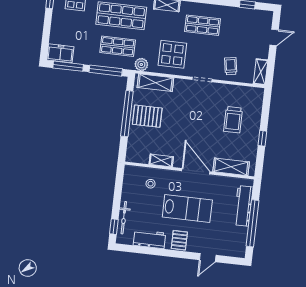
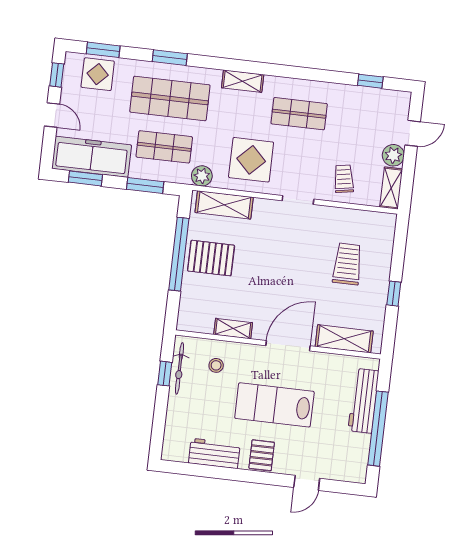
door: (47, 26) -> (52, 115), added
plant: (262, 51) -> (393, 155), added
freezer: (60, 53) -> (92, 157), width x1.91, depth x1.26
window: (68, 66) -> (85, 178), width x0.69
window: (106, 71) -> (145, 185), width x0.69
trolley: (233, 120) -> (347, 264), turned 180
door: (196, 171) -> (288, 346), hinge flipped
lab bench: (187, 208) -> (274, 405), turned 180
bicycle: (124, 218) -> (180, 368), moved
window: (114, 227) -> (165, 374), moved

